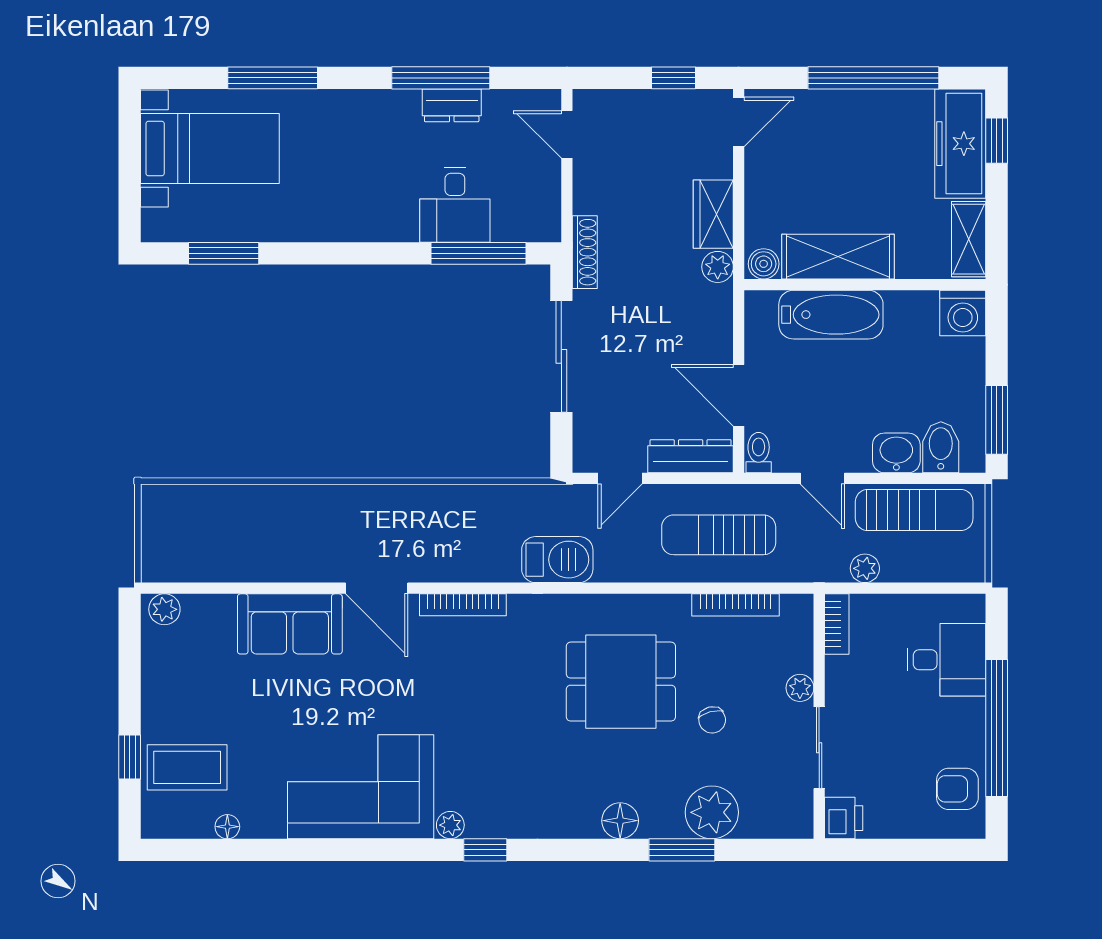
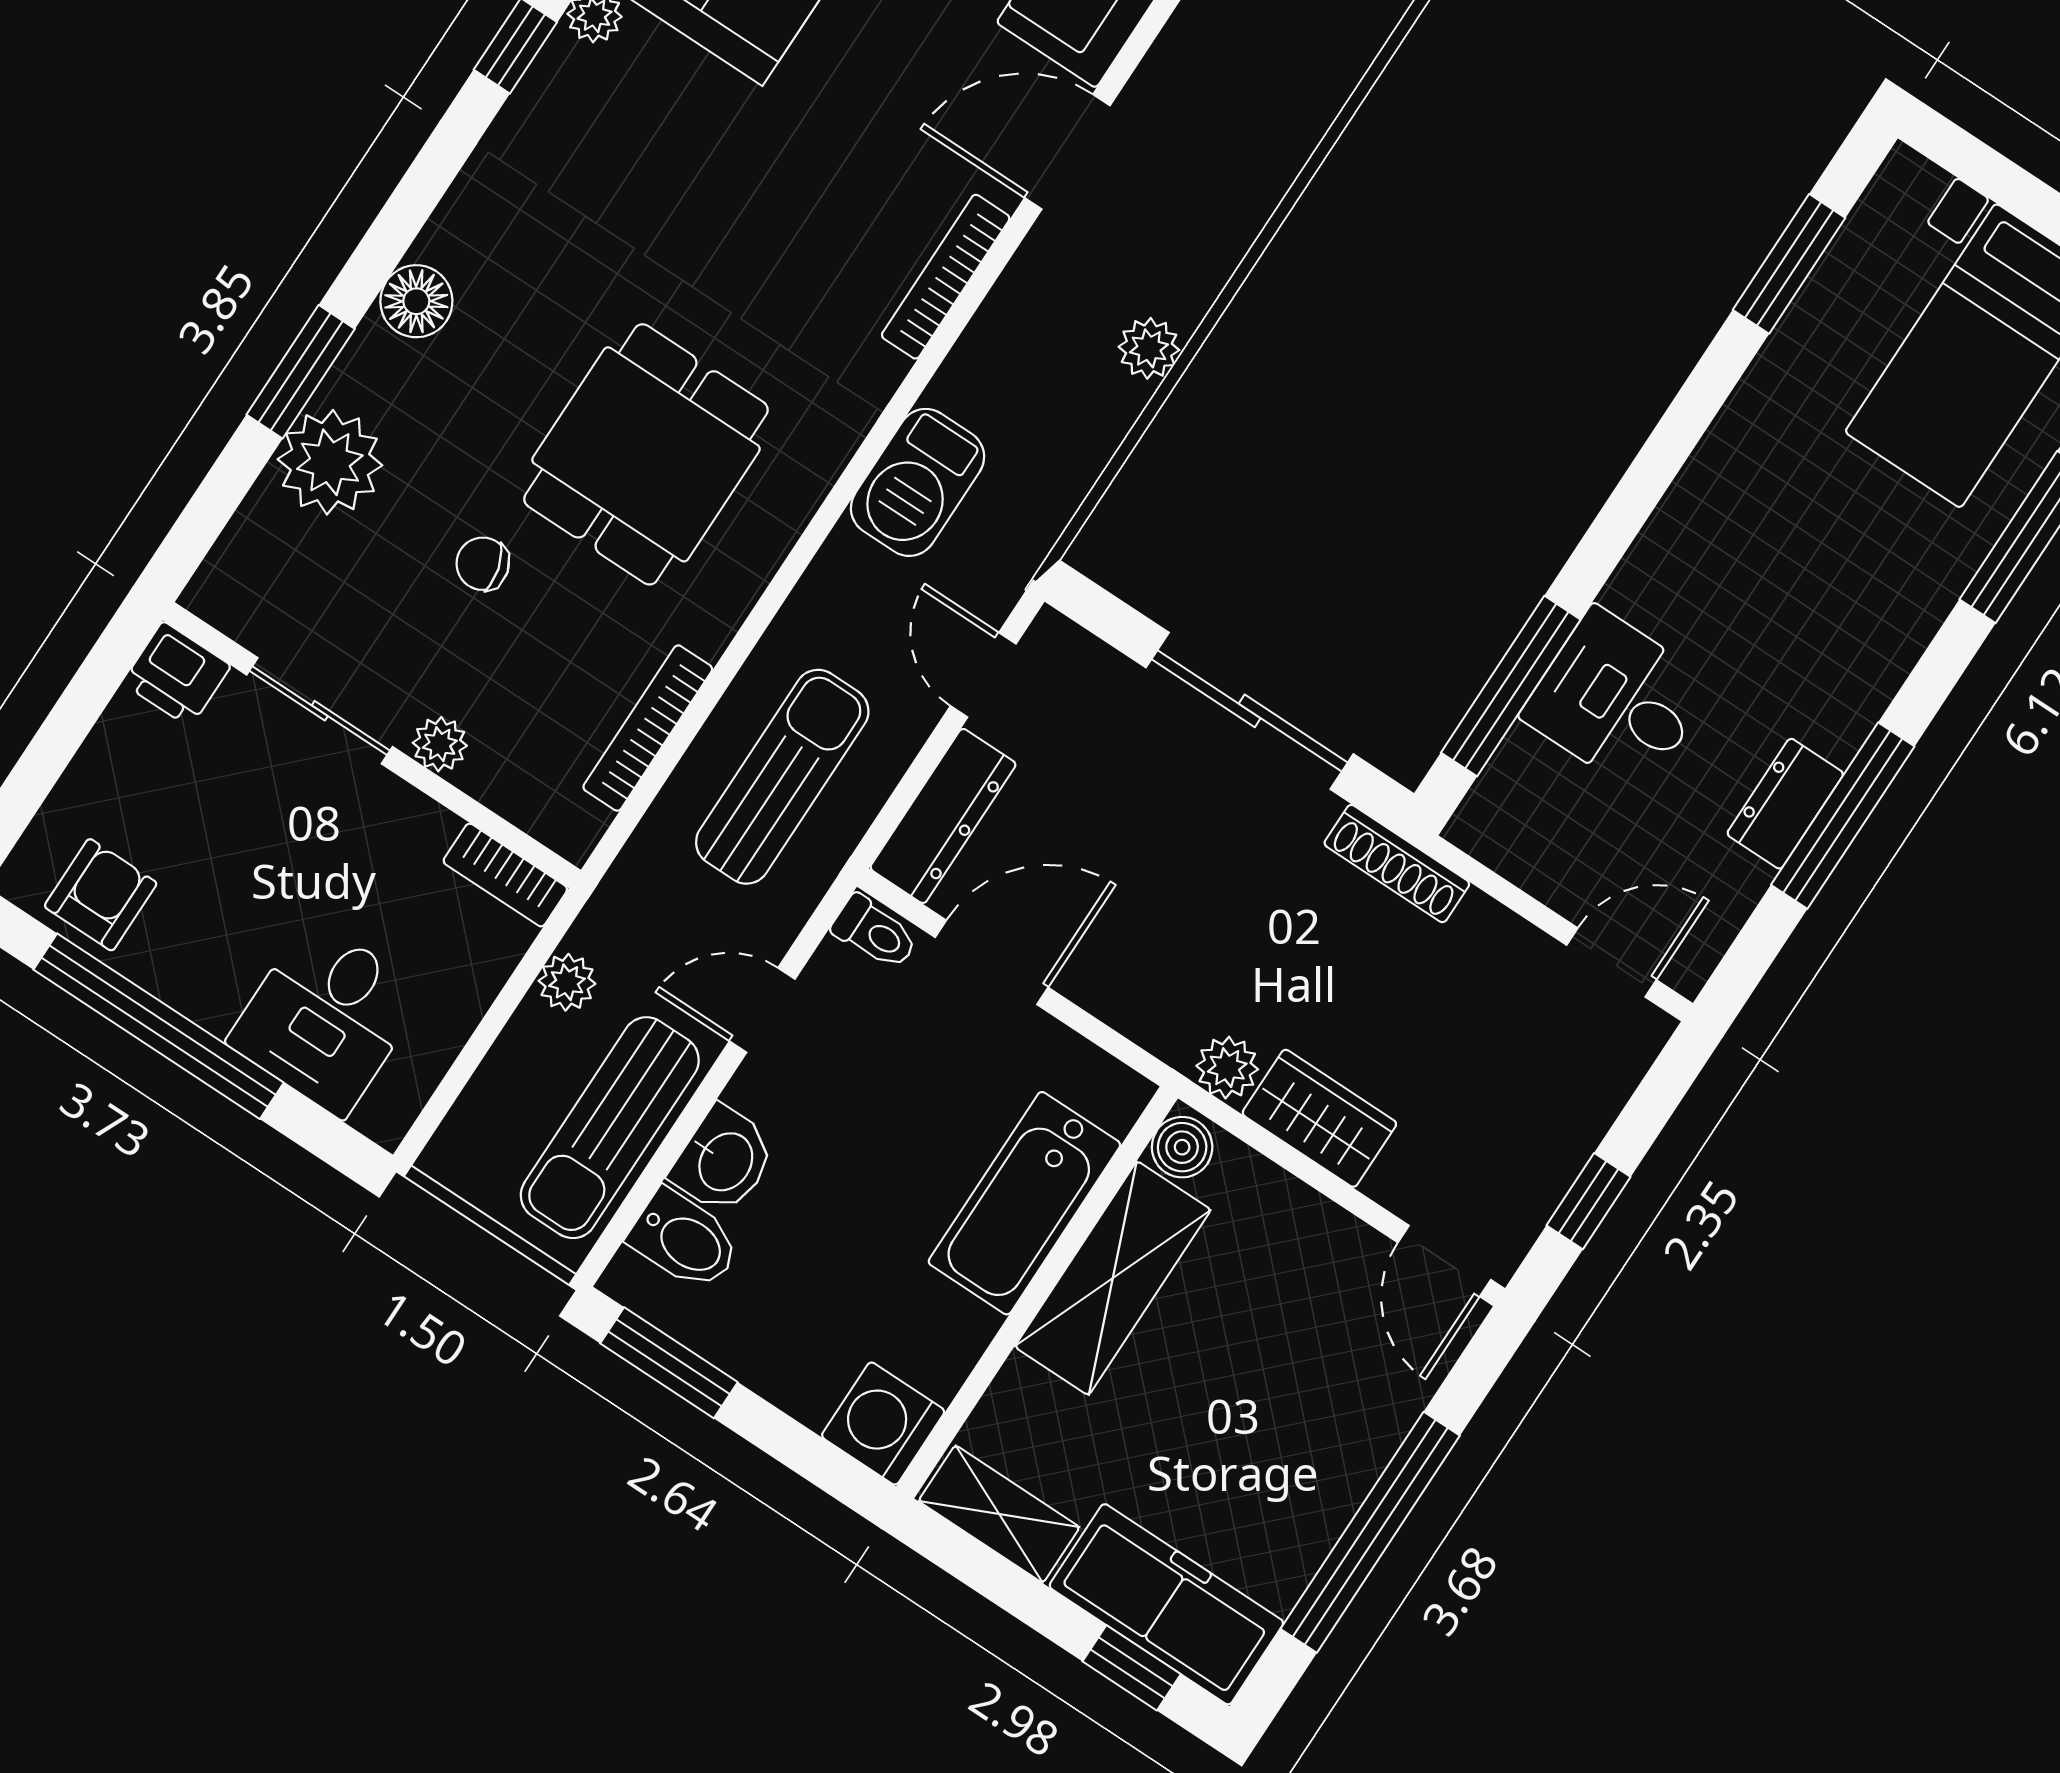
plant: (437, 499) -> (1149, 348), added

